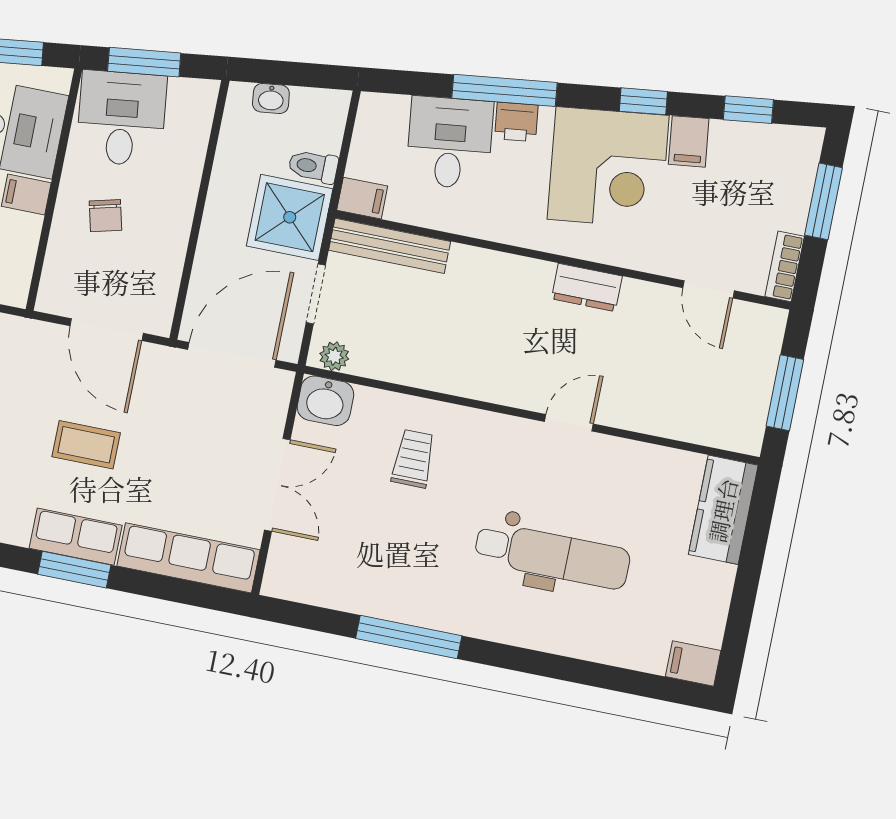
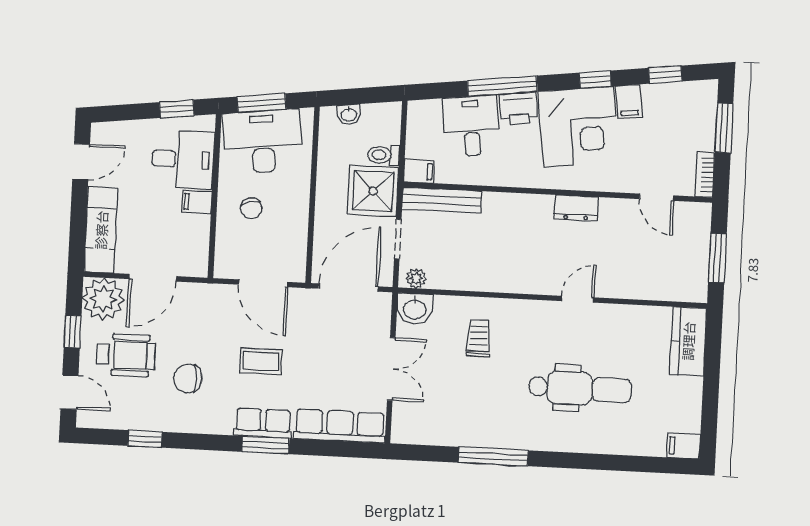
desk: (121, 118) -> (263, 141), width x1.37
printer: (516, 122) -> (518, 108), width x1.36, depth x1.24

